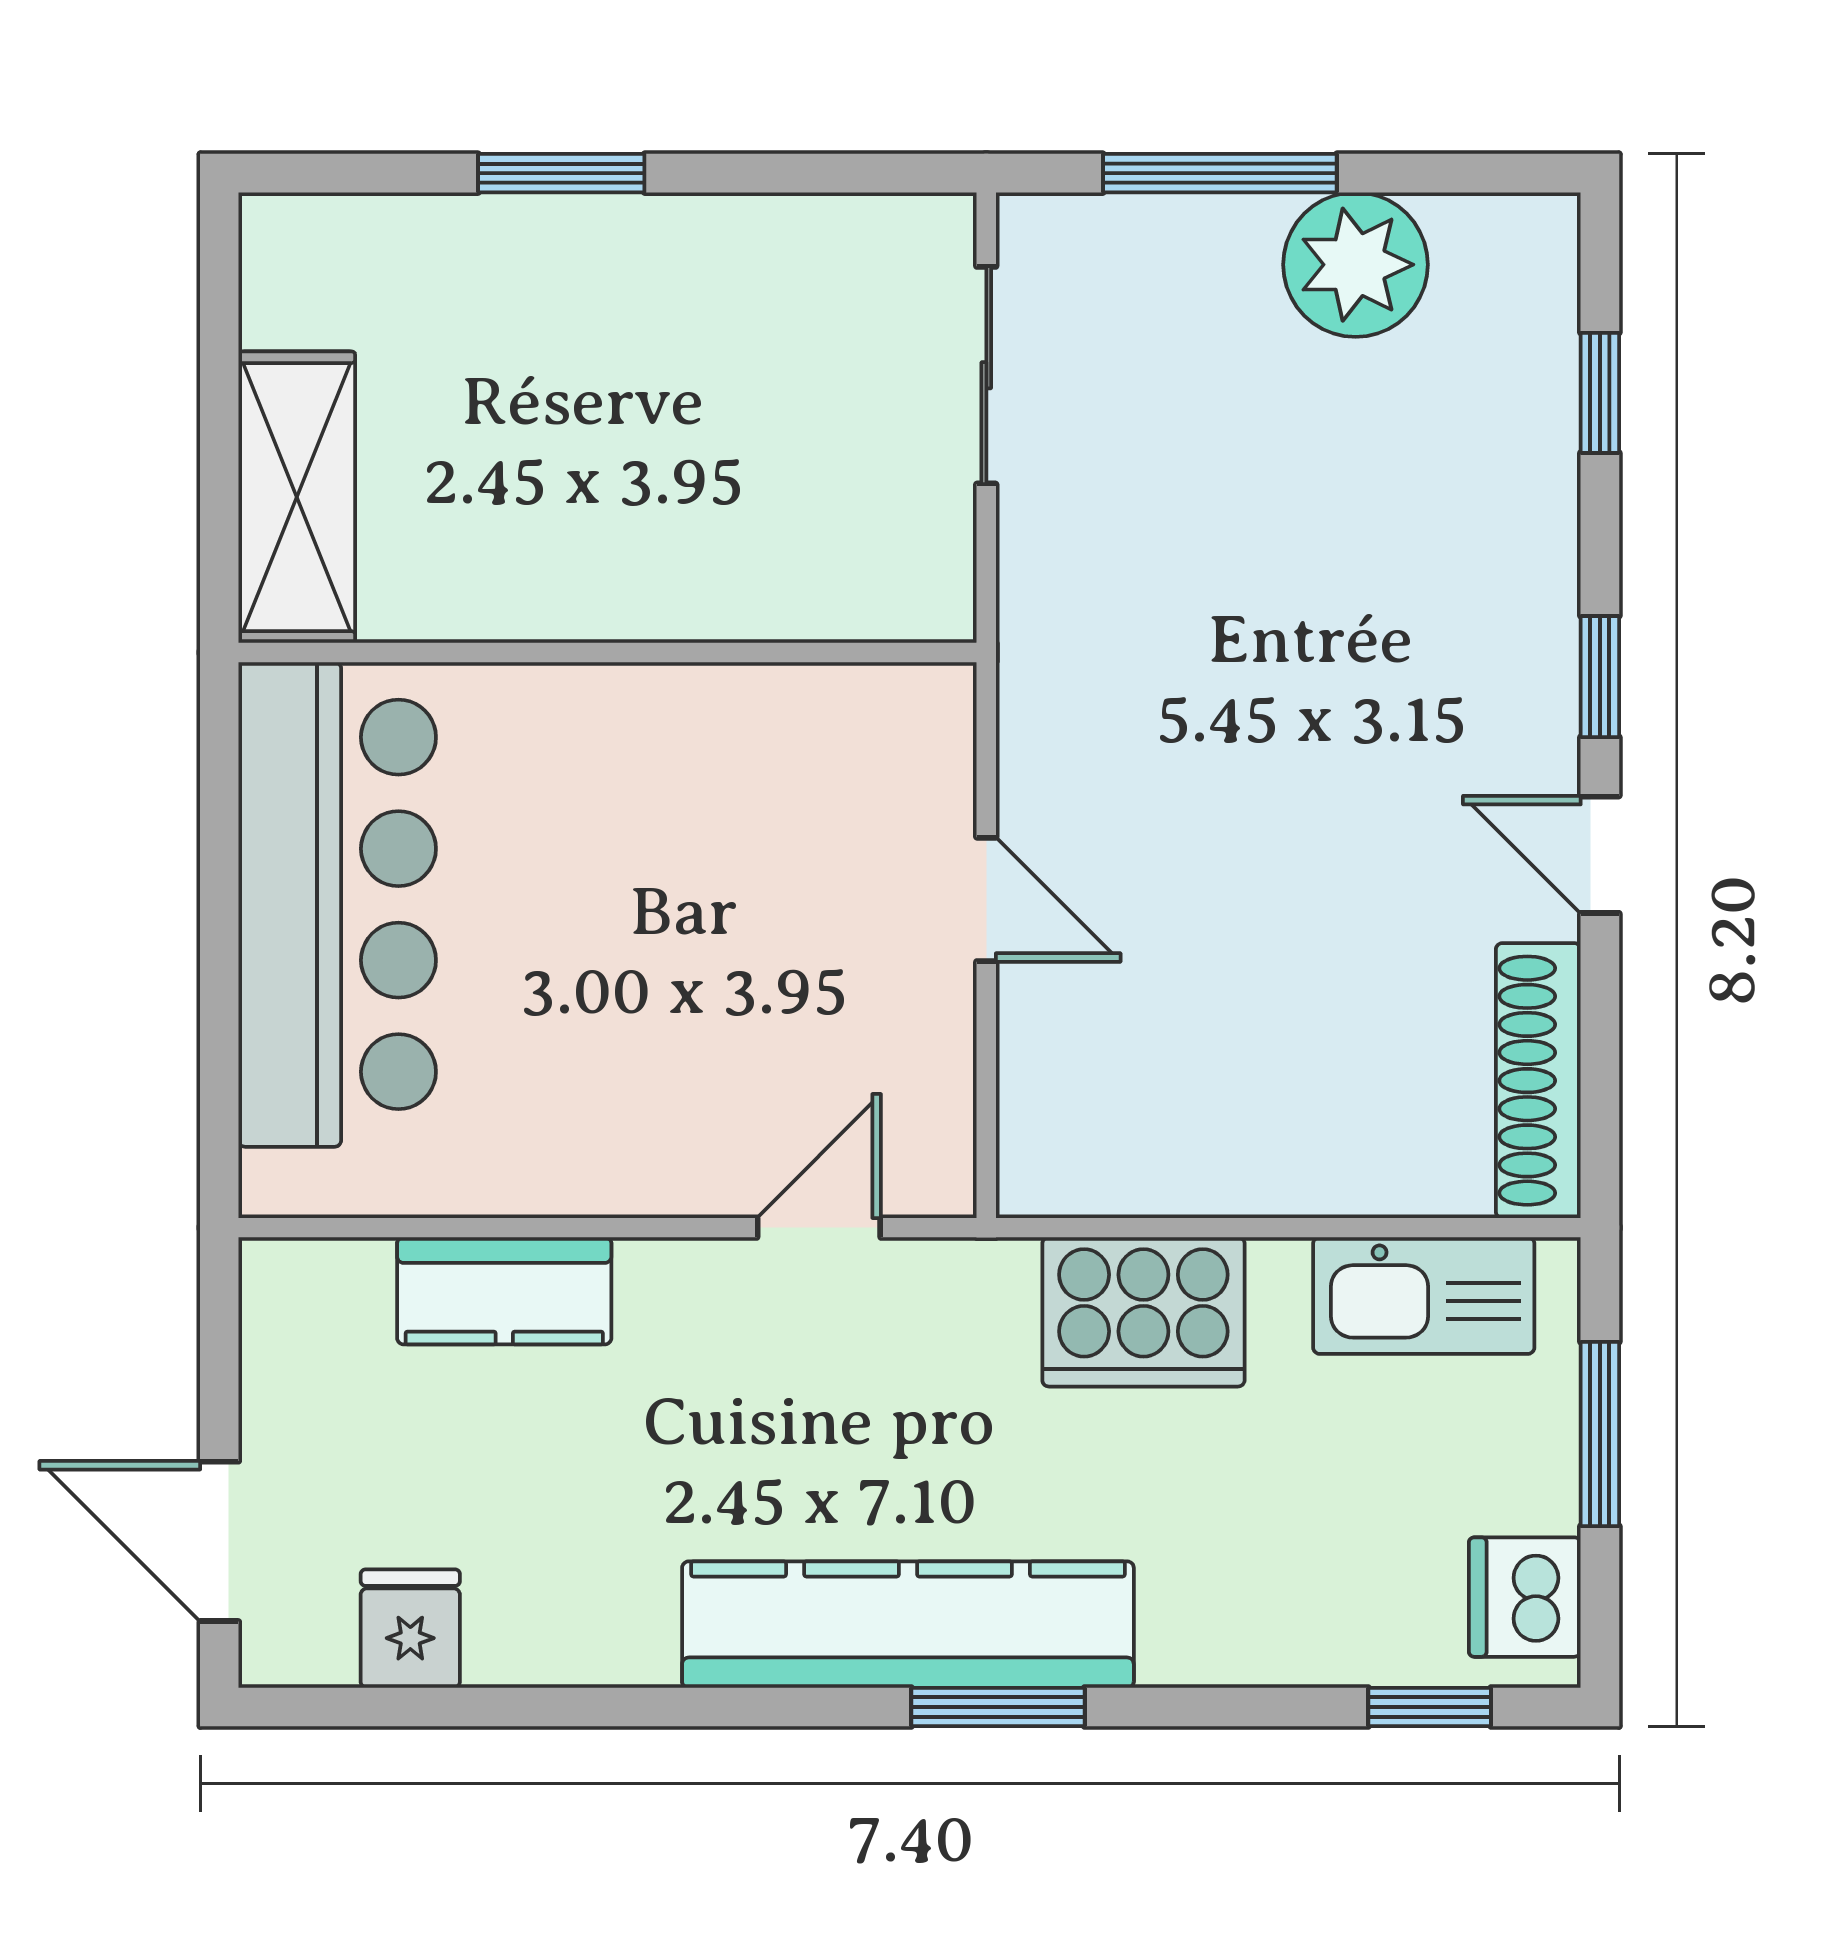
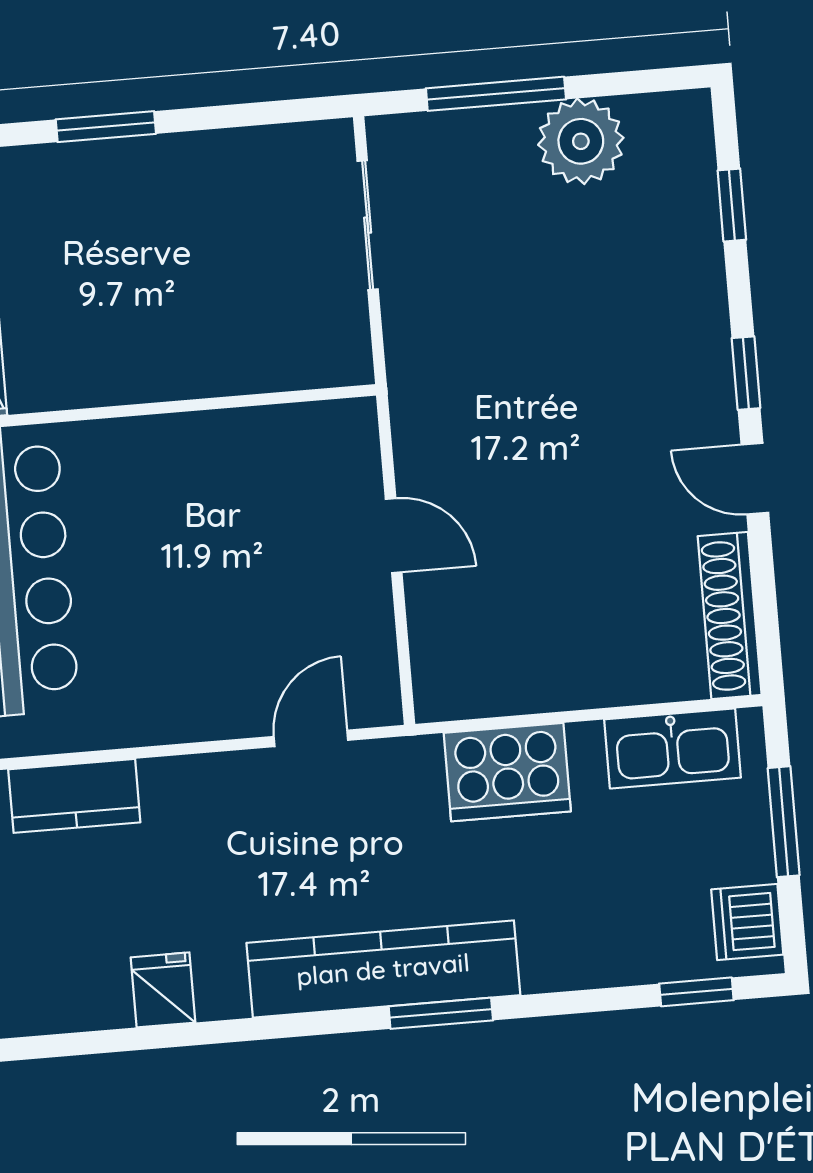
kitchen counter: (504, 1291) -> (74, 796), moved
fridge: (410, 1629) -> (163, 990), moved

